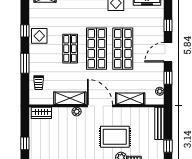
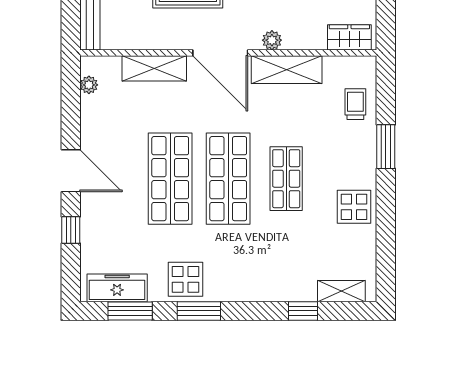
window: (25, 31) -> (386, 218), removed
door: (168, 52) -> (71, 171), hinge flipped
window: (168, 78) -> (71, 115), removed

